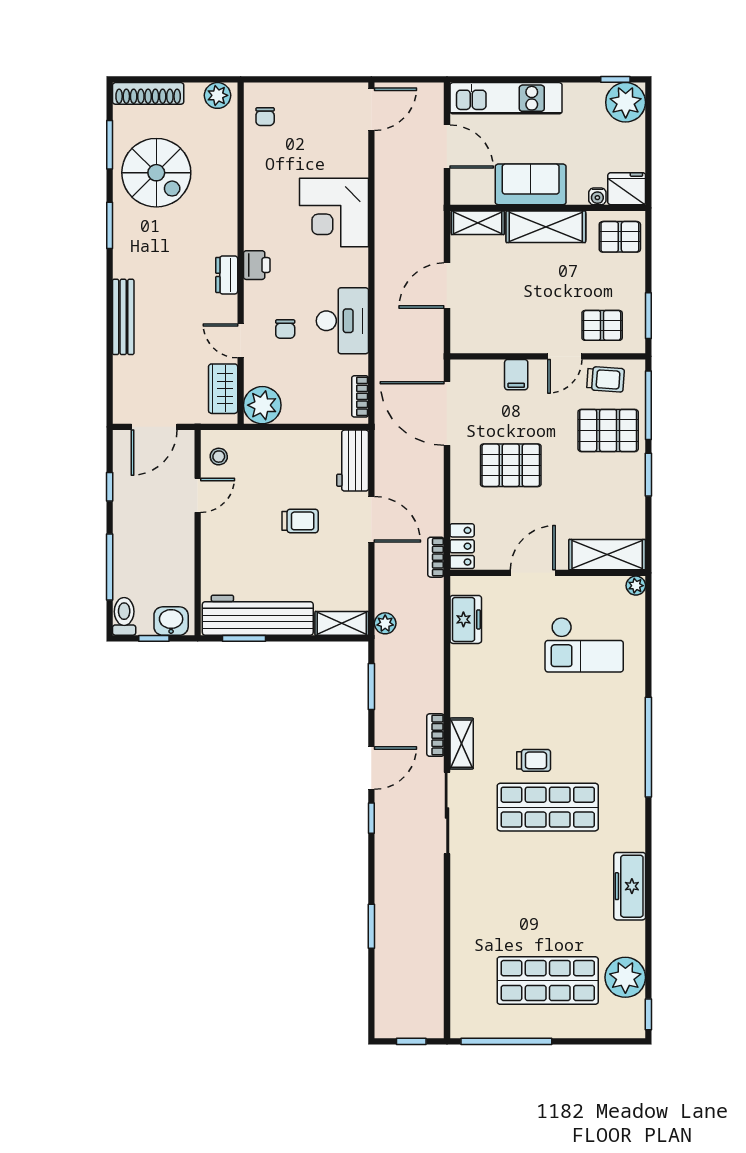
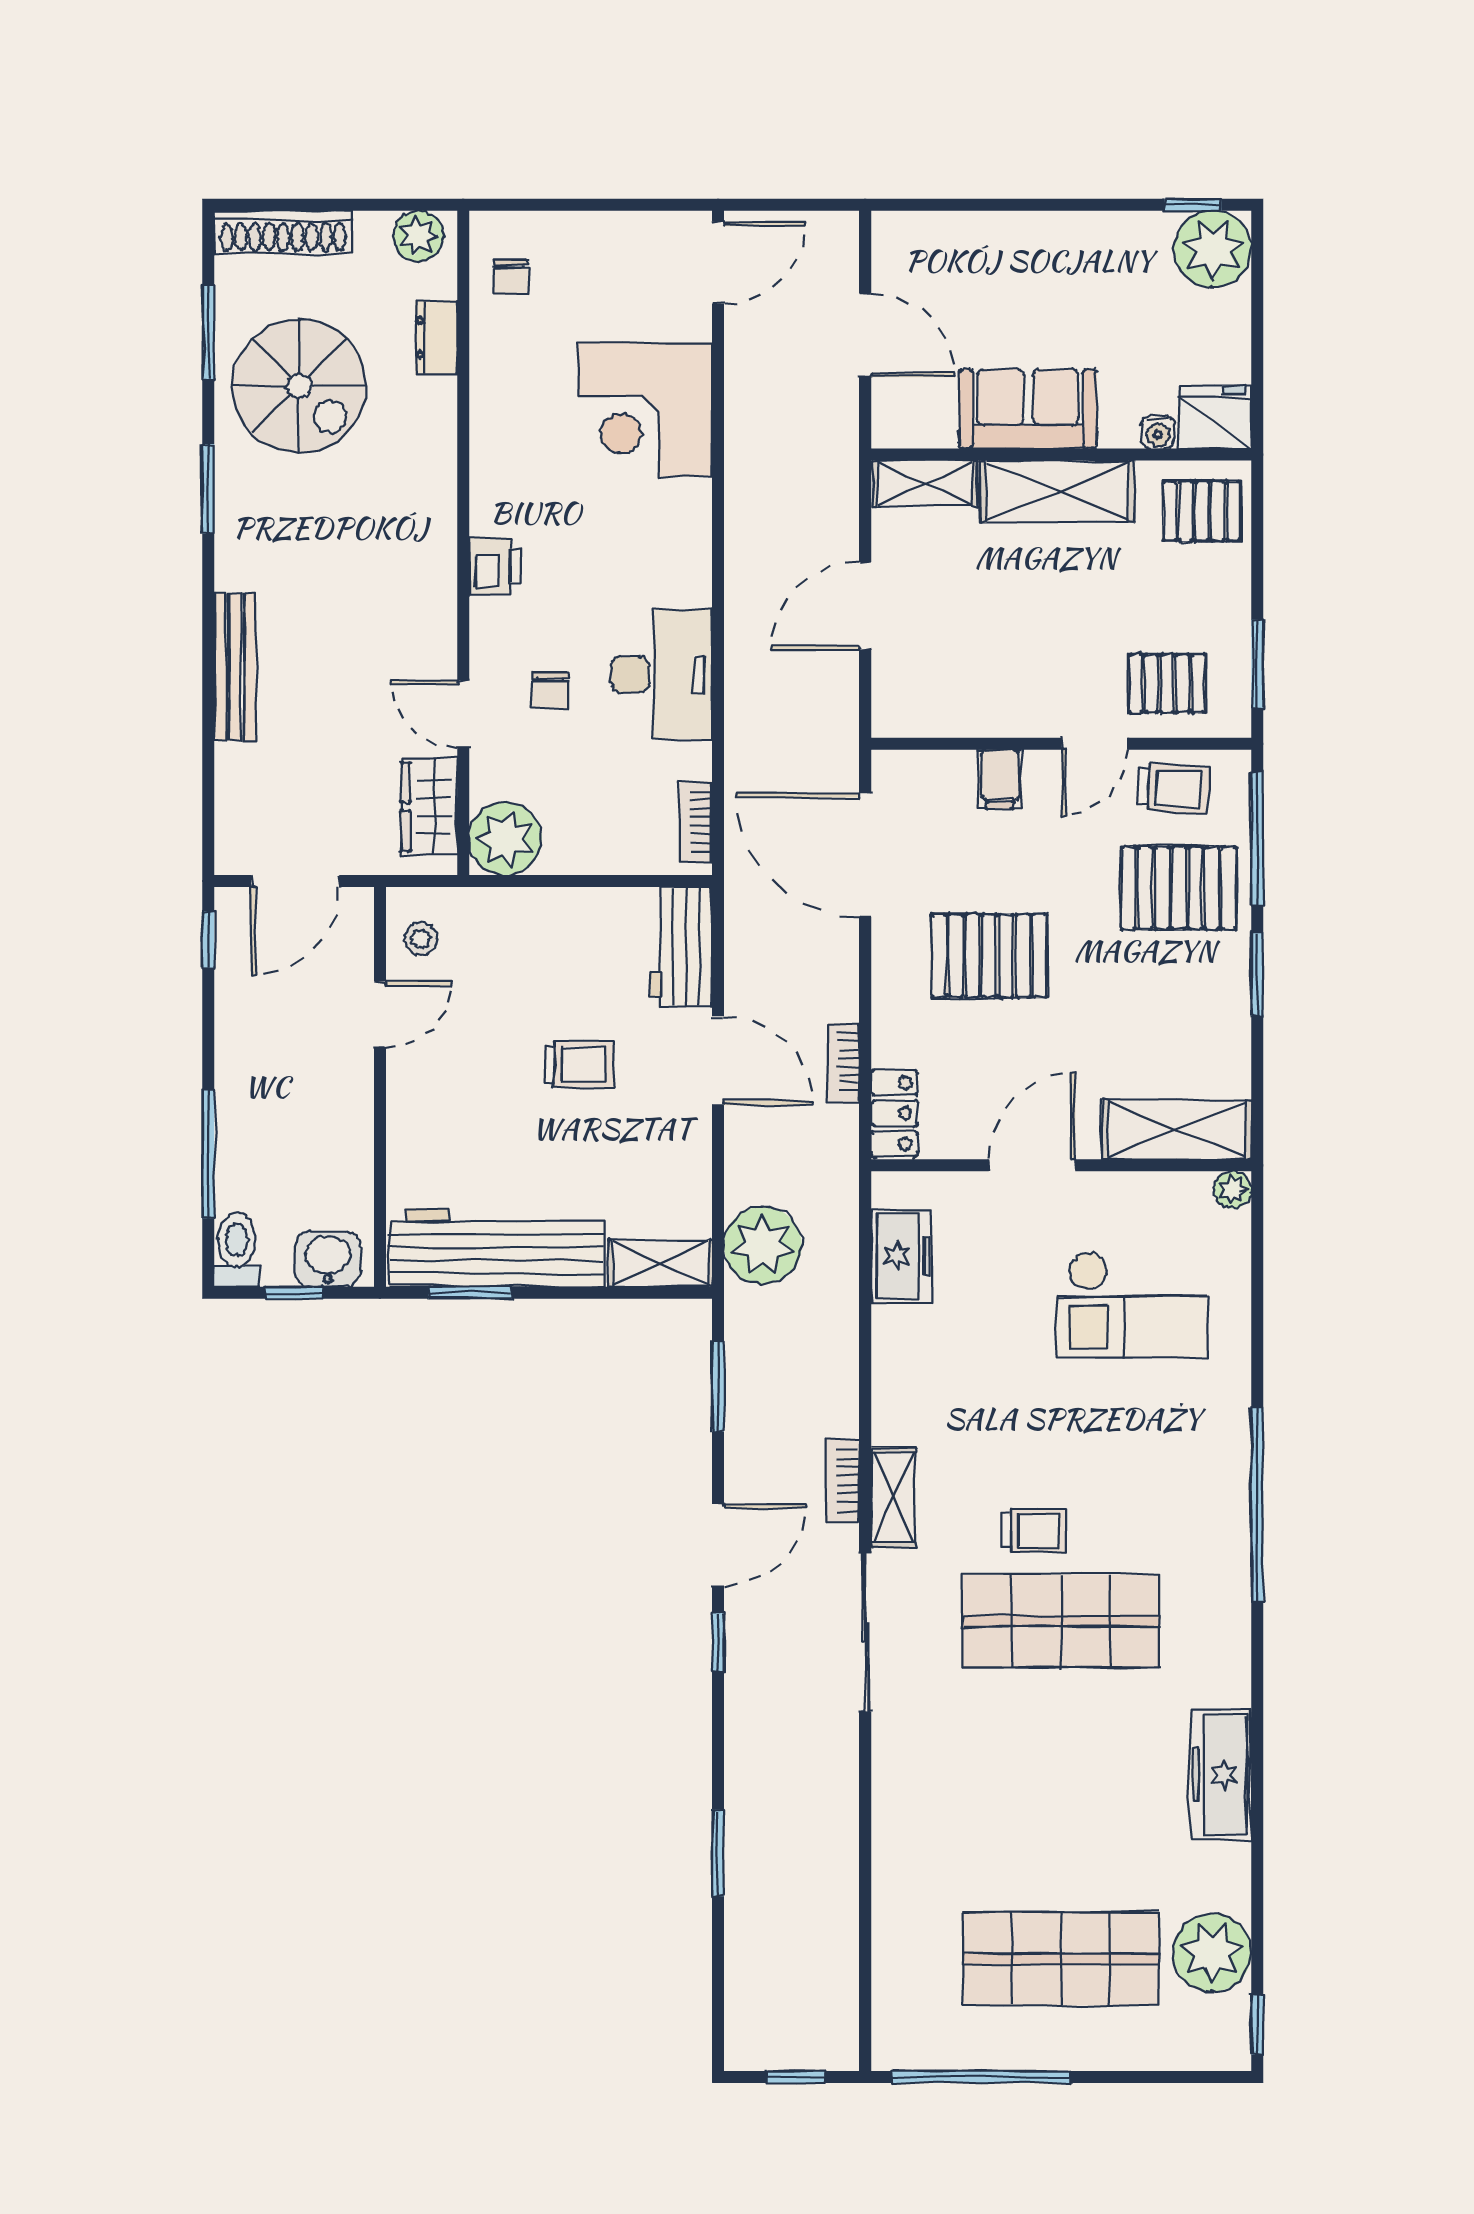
kitchen unit: (506, 98) -> (980, 241), removed
corner desk: (334, 213) -> (645, 410), moved
dresser: (227, 275) -> (436, 338), moved
window: (110, 487) -> (208, 940), moved
bookcase: (436, 557) -> (844, 1062), moved
plant: (385, 623) -> (763, 1245), width x1.88, depth x1.88

